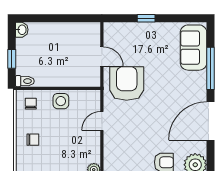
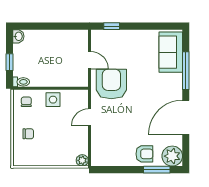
window: (146, 18) -> (112, 26), moved

